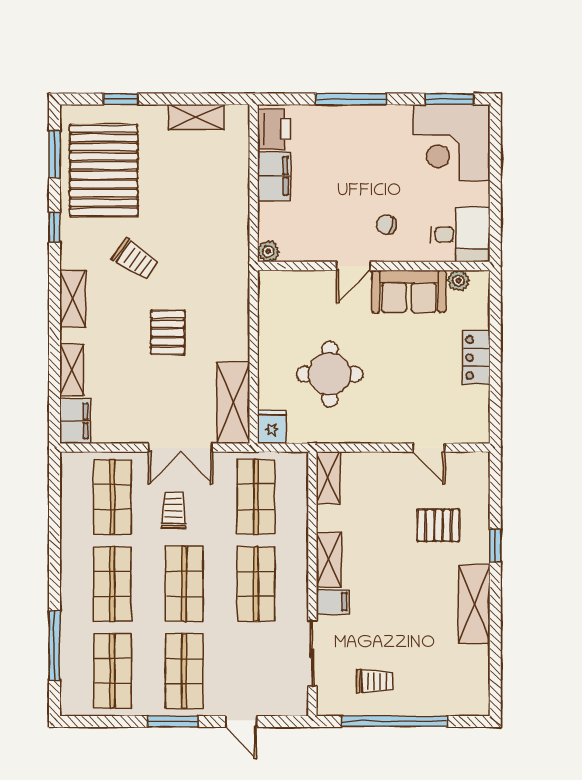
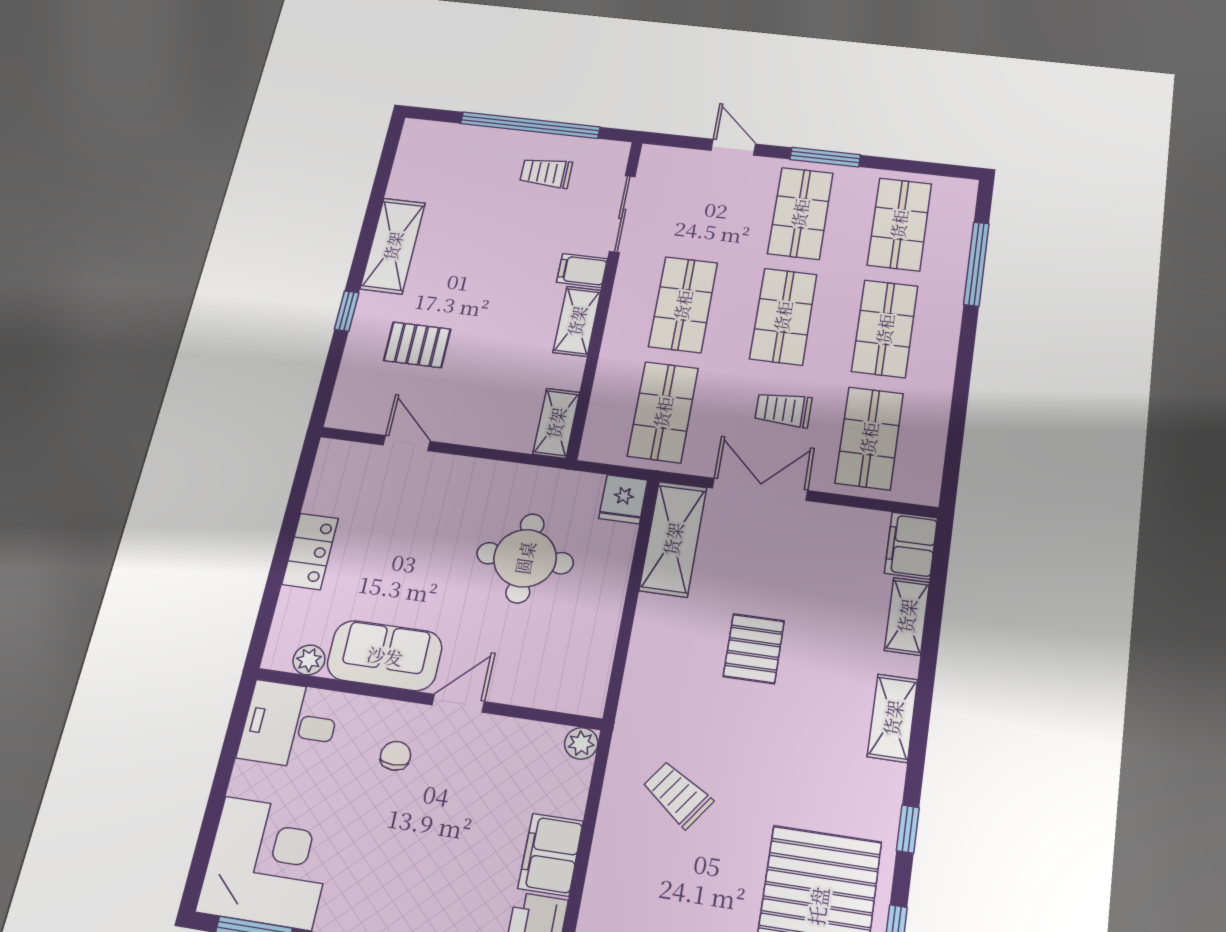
chair: (386, 225) -> (395, 756), turned -105
trolley: (135, 260) -> (677, 794), moved
trolley: (174, 510) -> (783, 410), turned 90

